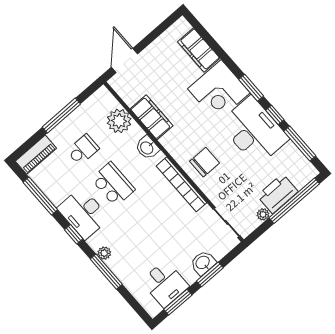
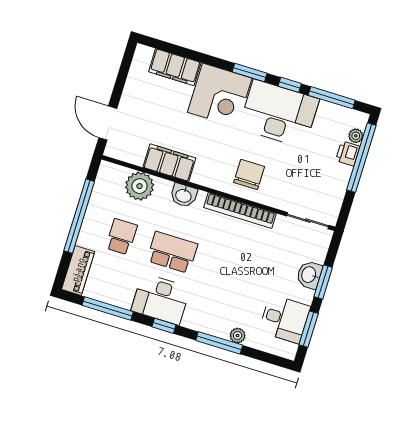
window: (61, 116) -> (79, 216), width x1.46
printer: (278, 194) -> (348, 153), width x0.53, depth x0.68
plant: (263, 214) -> (356, 136), moved
plant: (104, 253) -> (238, 335), moved

